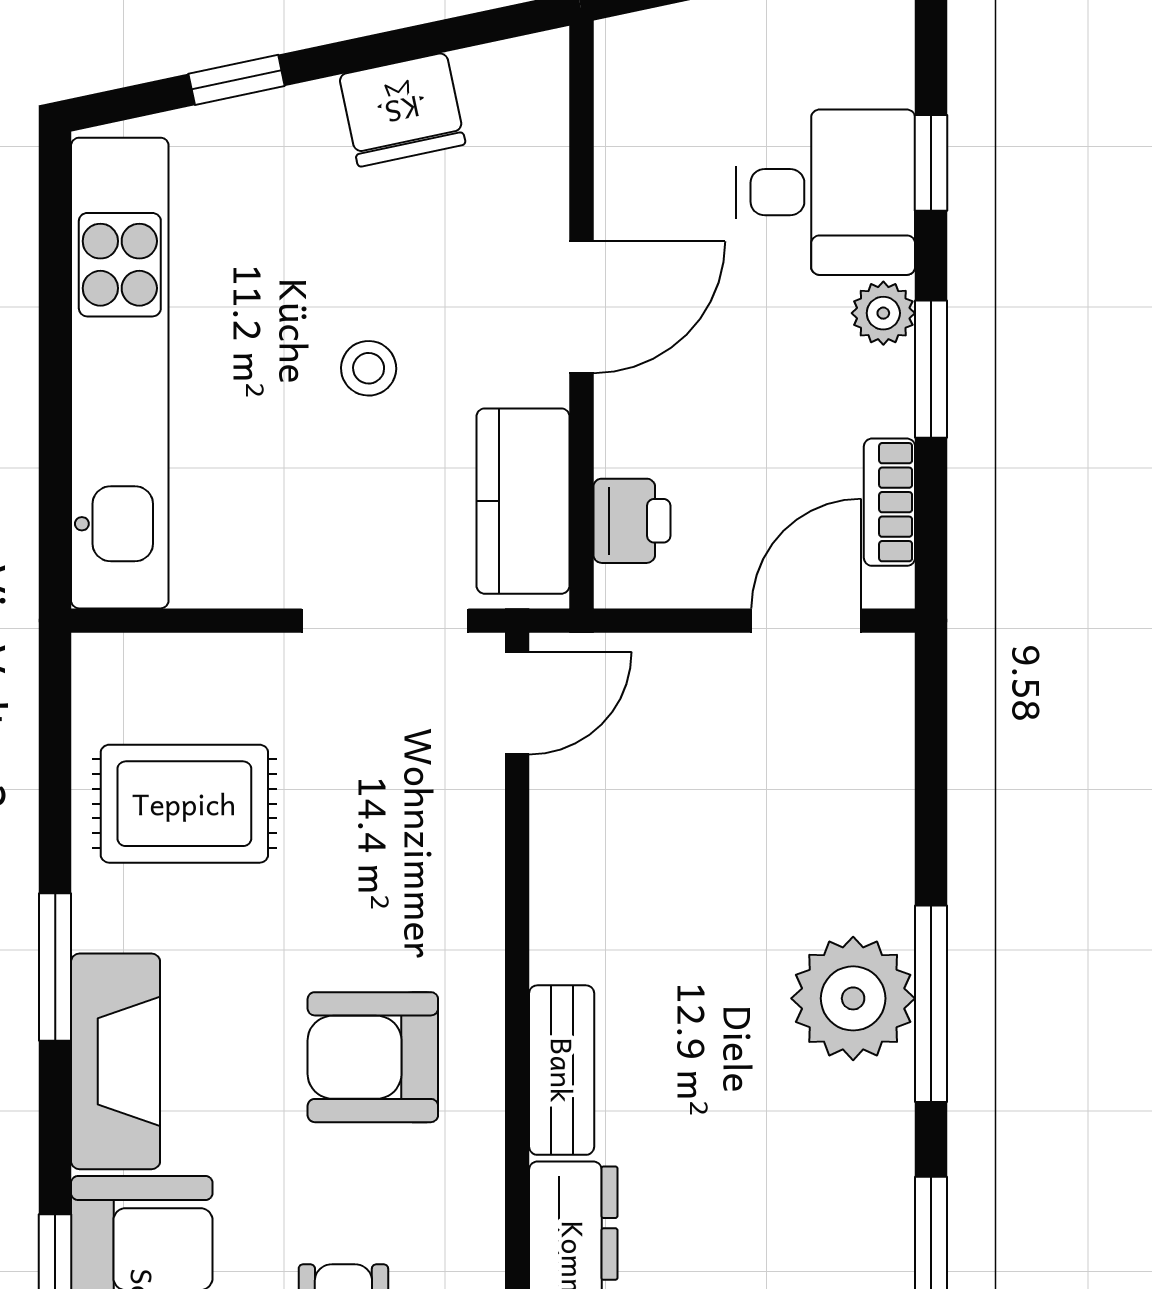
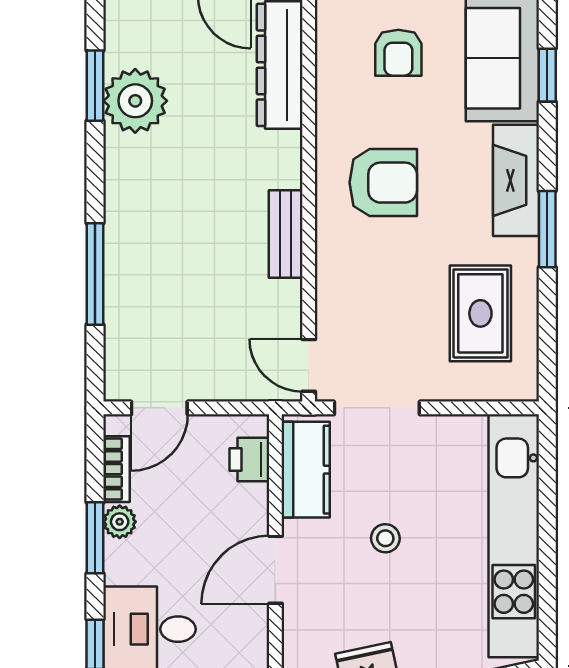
plant: (883, 313) -> (120, 522), moved
door: (517, 703) -> (309, 365), hinge flipped
rug: (184, 804) -> (480, 313), turned 90
plant: (853, 998) -> (135, 101), moved
window: (931, 1004) -> (95, 274), moved
bench: (562, 1070) -> (286, 234), moved

